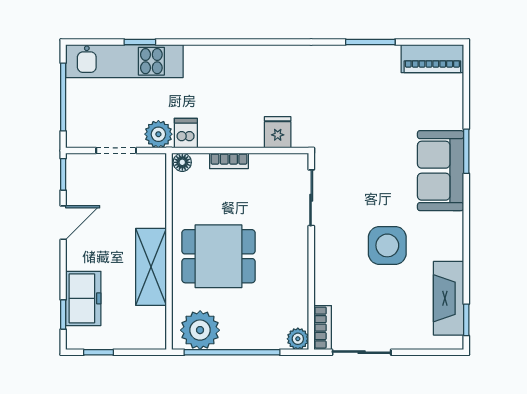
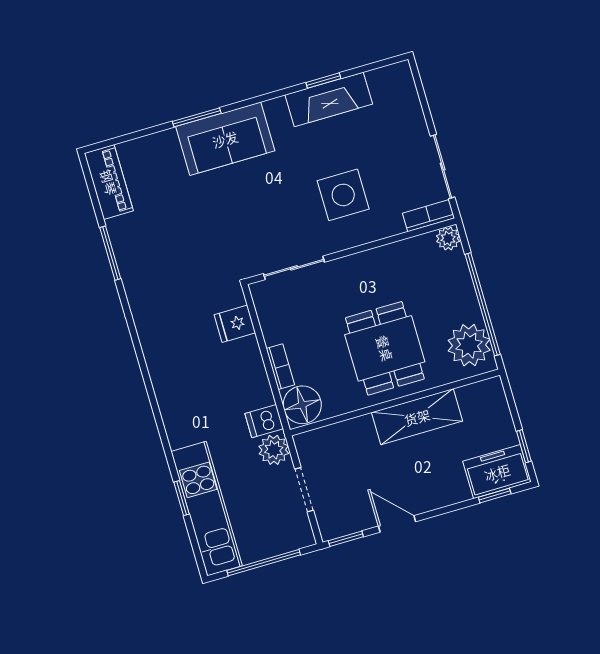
floor lamp: (182, 162) -> (302, 405), width x1.89, depth x1.89
side table: (387, 245) -> (343, 195), moved
freezer: (83, 298) -> (497, 472), moved
fireplace: (449, 298) -> (329, 99), moved
window: (466, 320) -> (323, 81), moved

